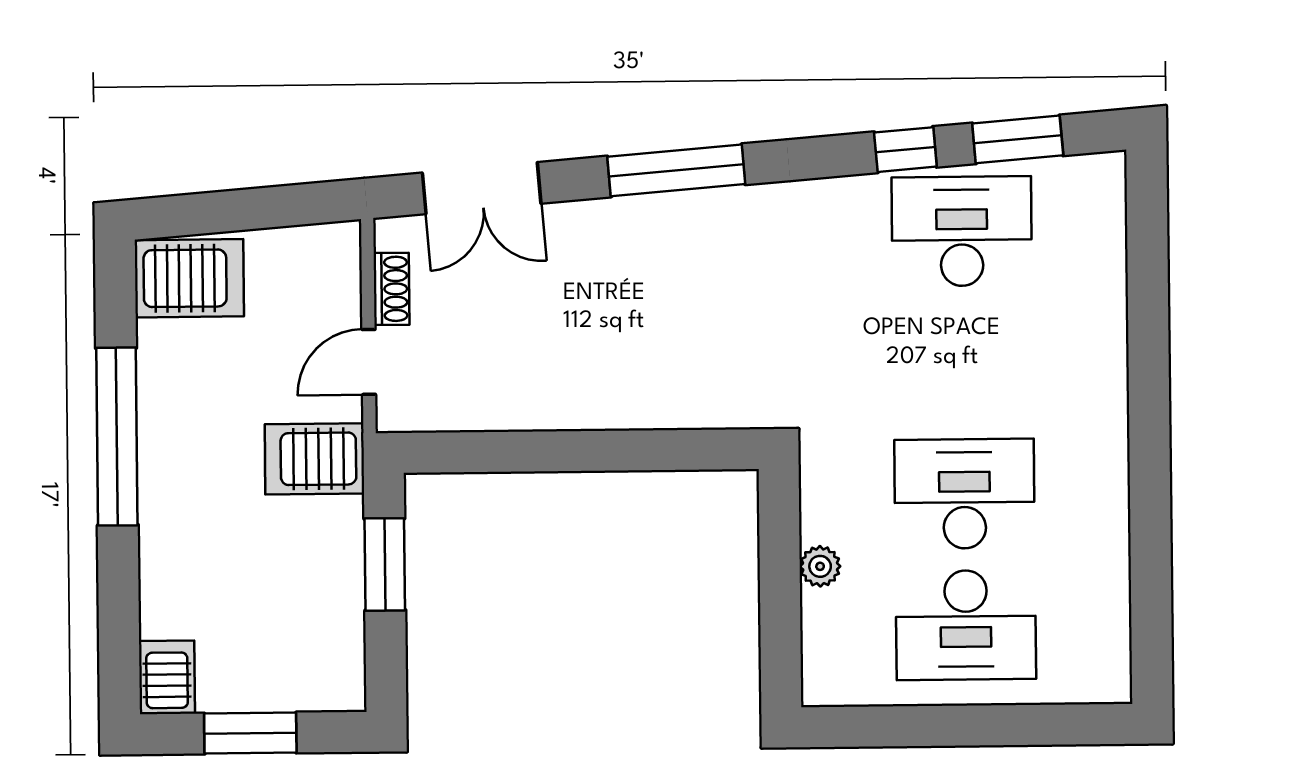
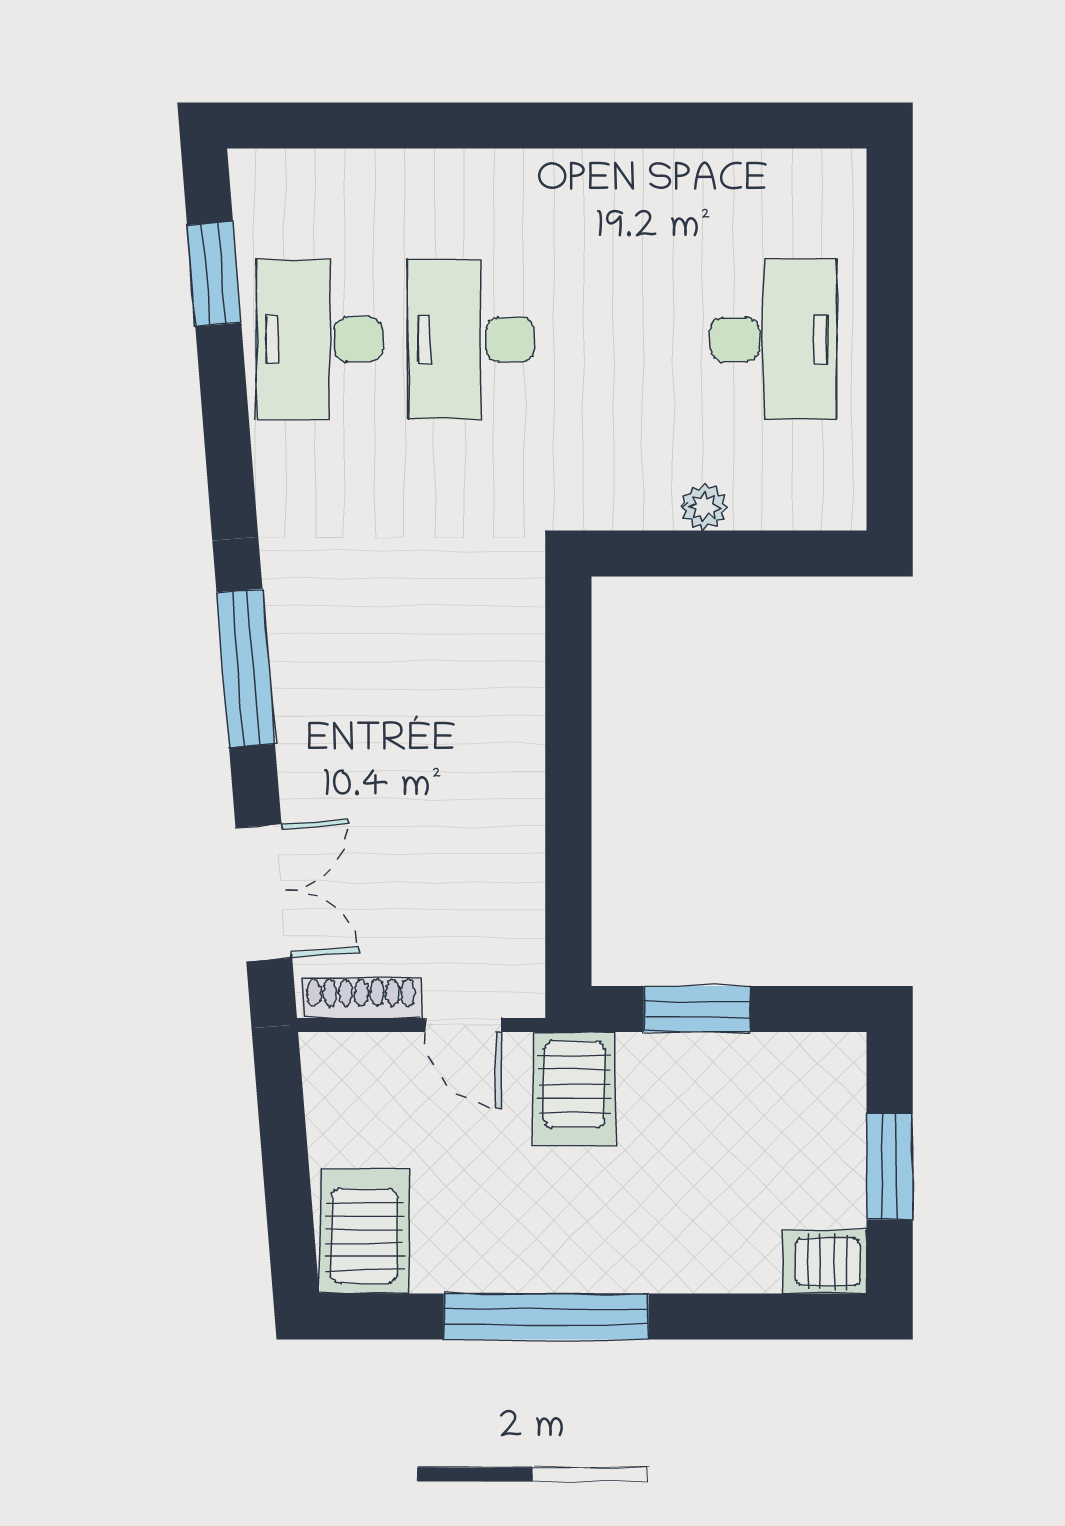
window: (905, 150) -> (224, 403), removed
shoe rack: (392, 289) -> (361, 998), width x1.43
desk: (965, 494) -> (471, 339), moved

